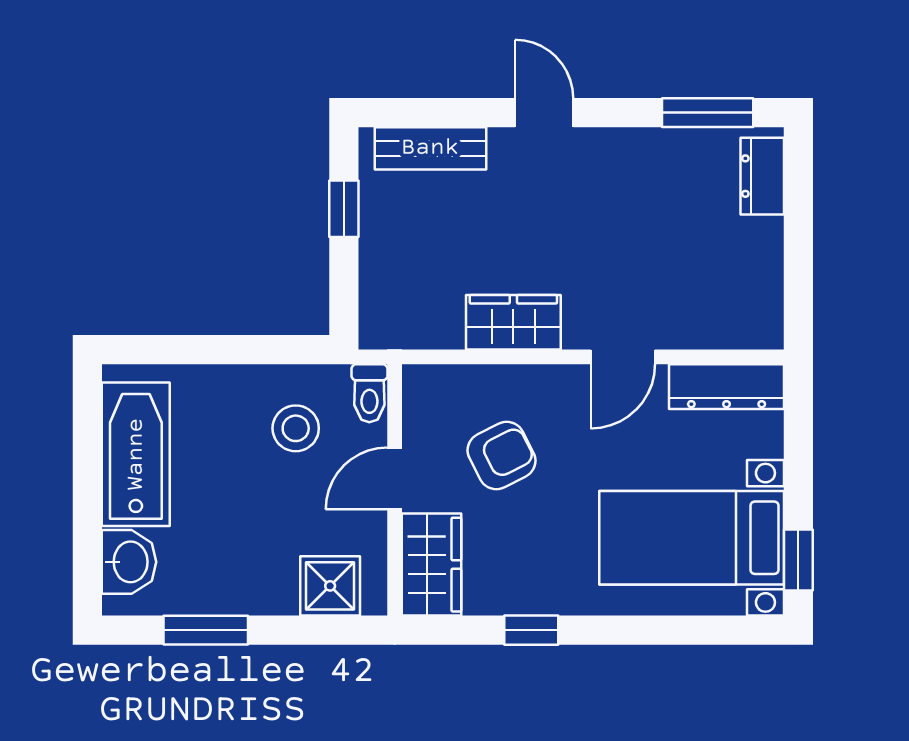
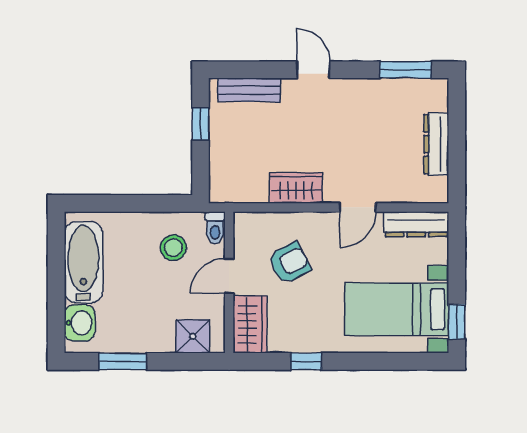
dresser: (762, 176) -> (436, 144), moved, width x1.44

